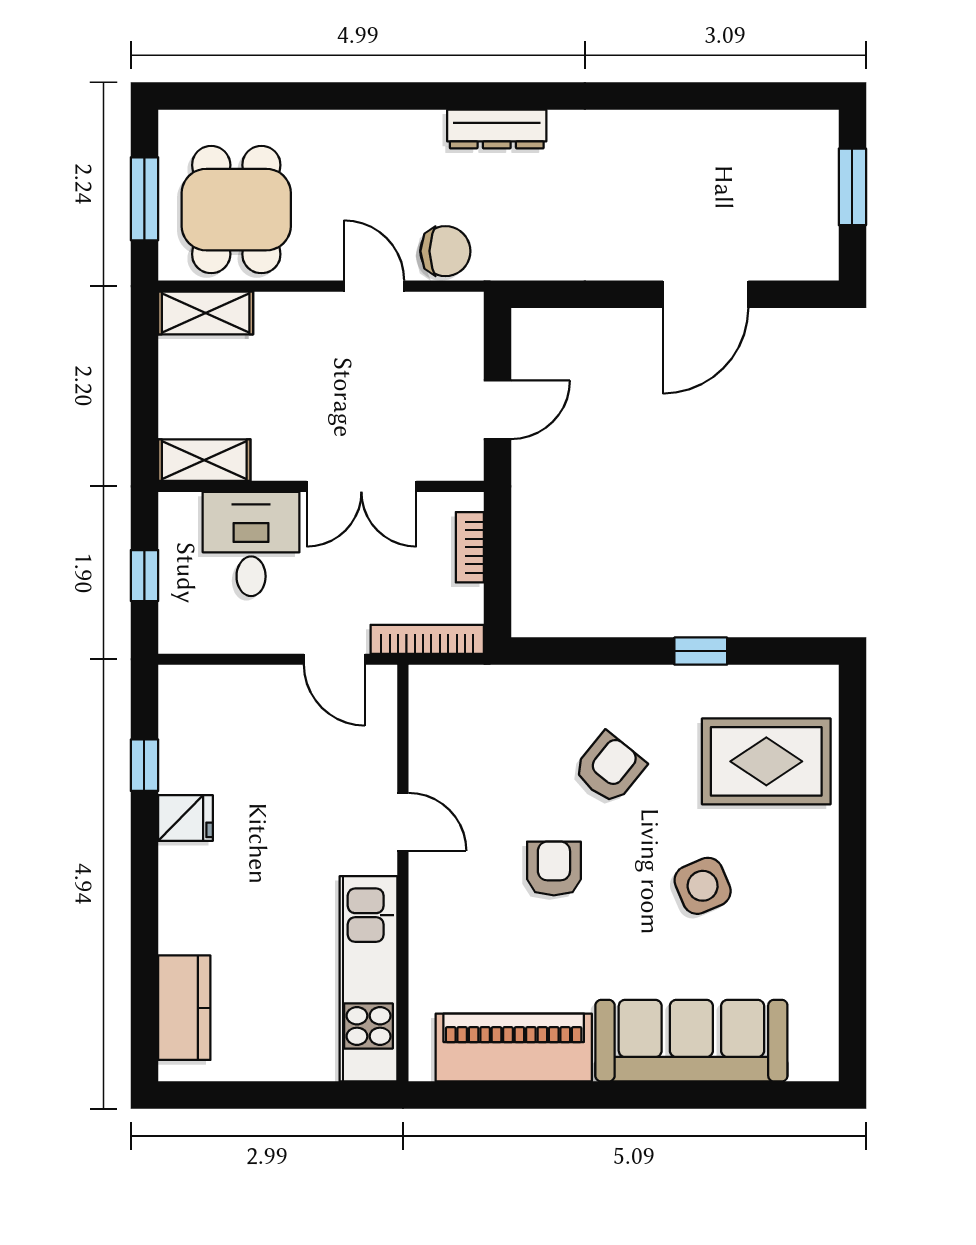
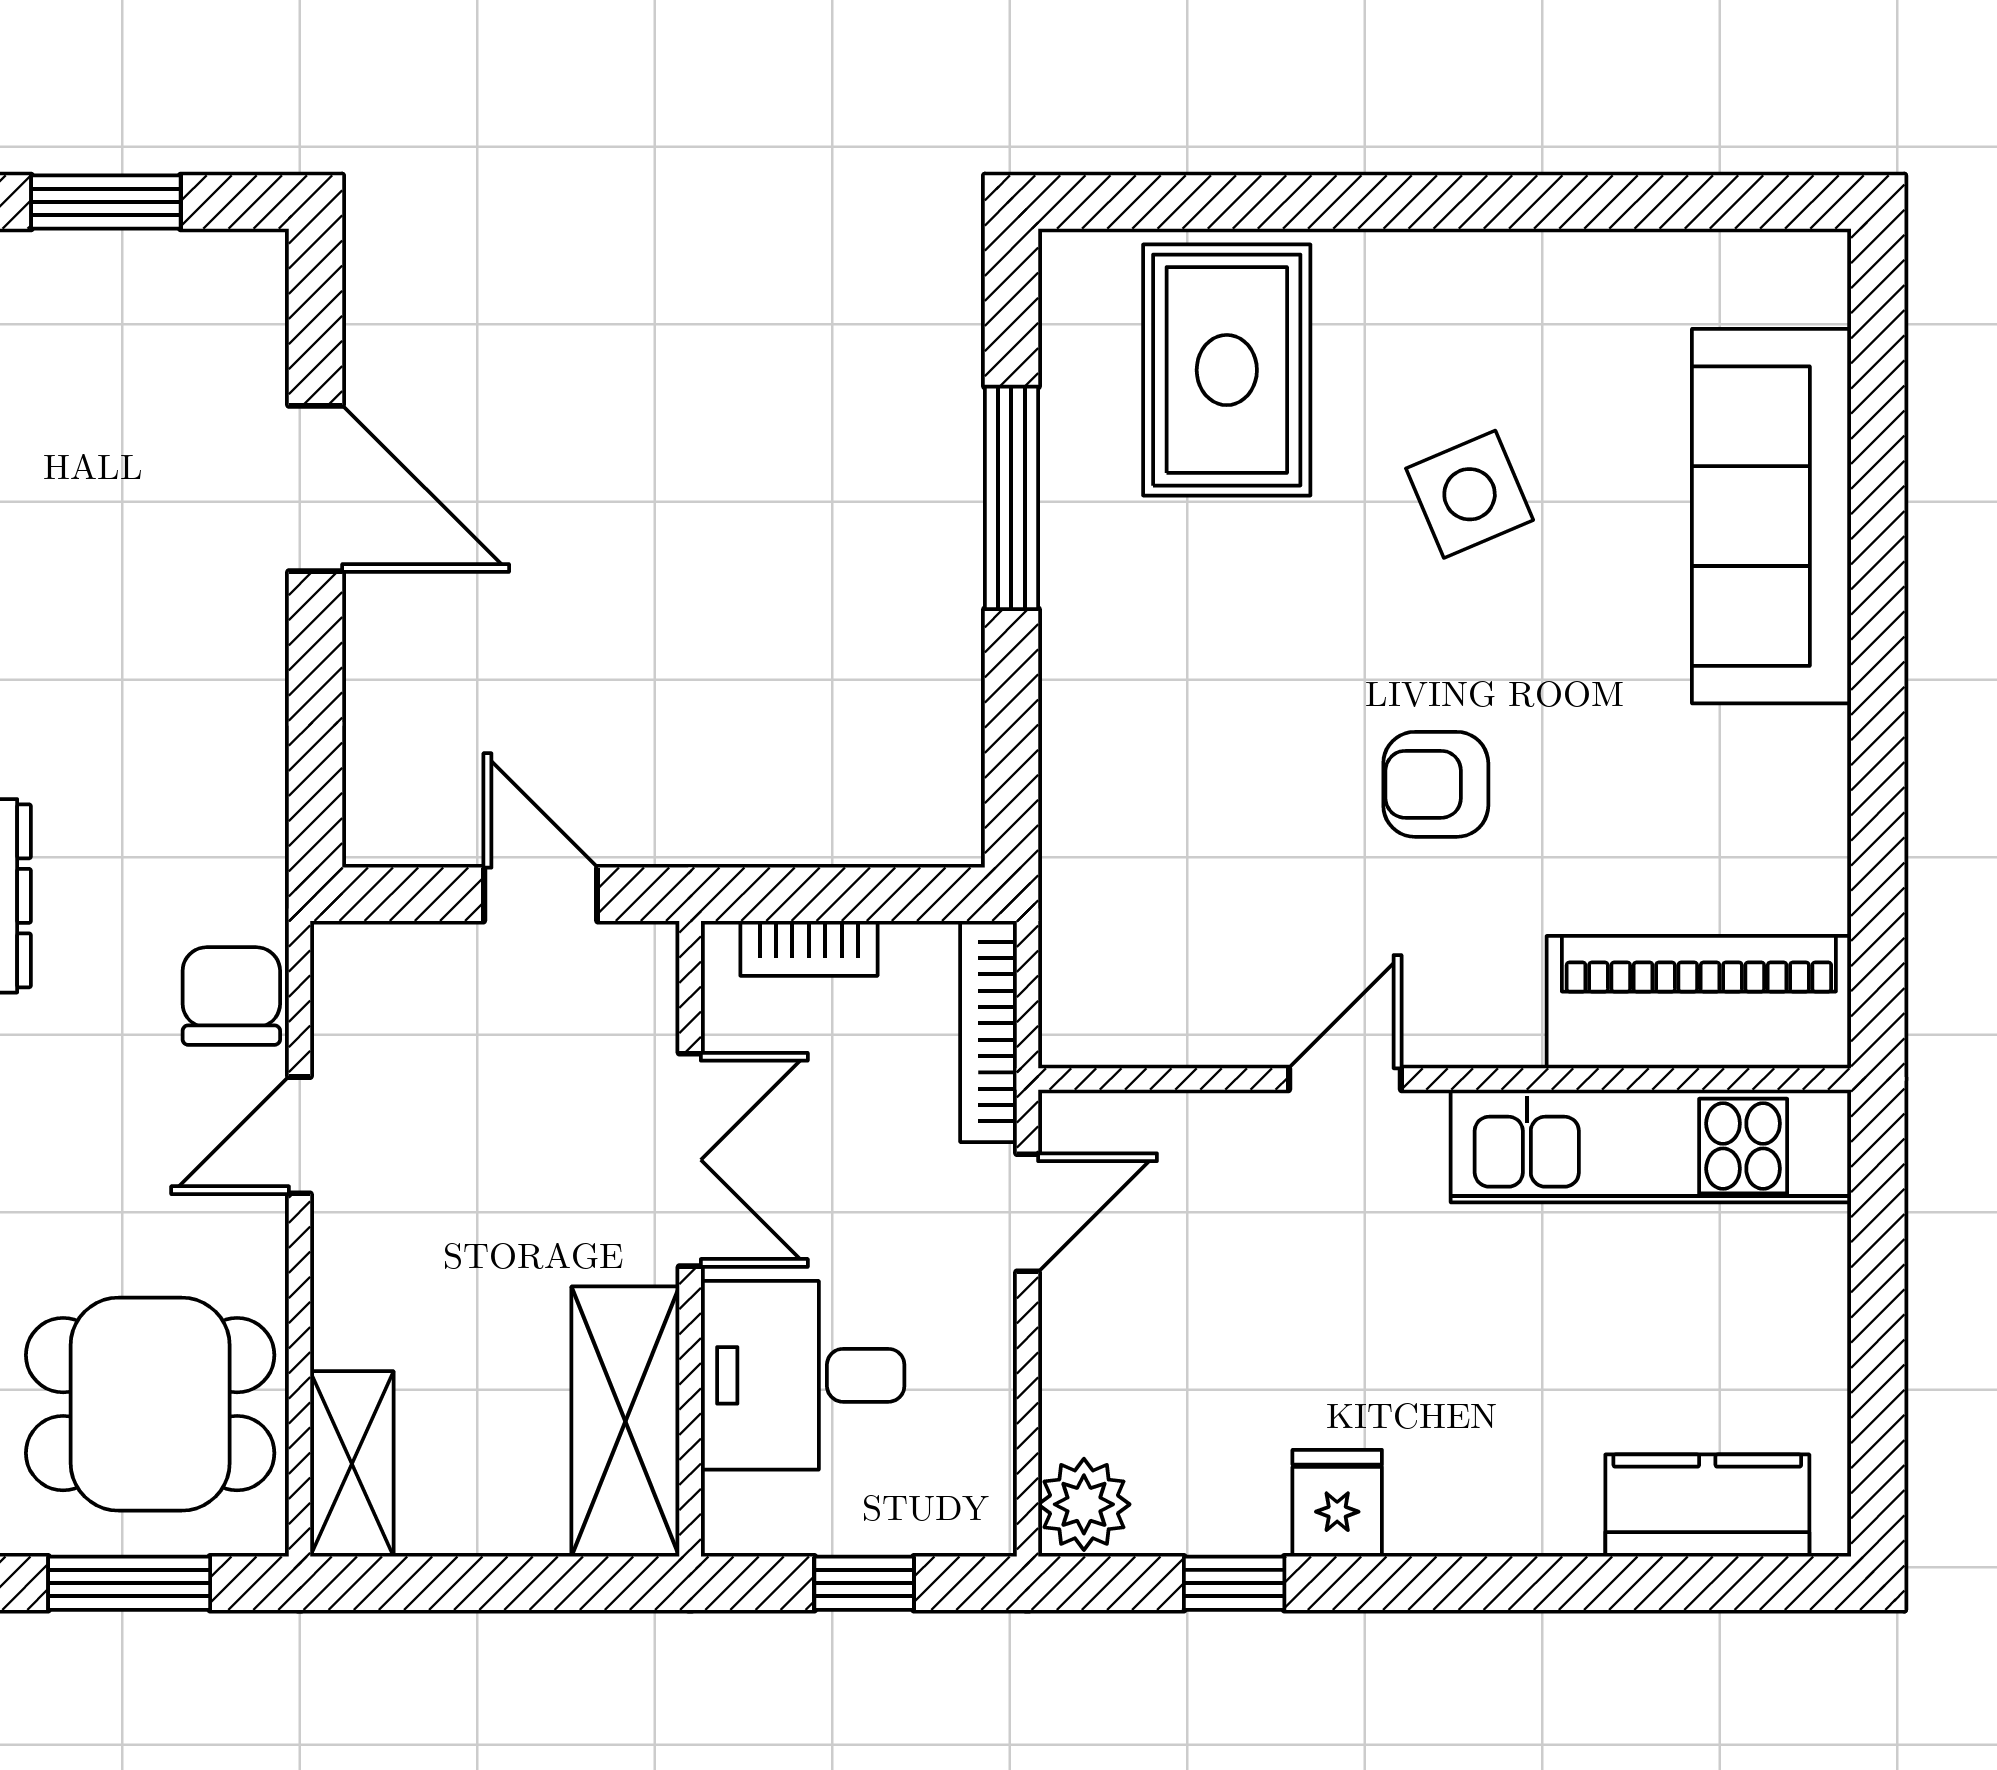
shelving: (204, 460) -> (625, 1422), width x1.50, depth x1.33
window: (701, 651) -> (1011, 498), width x2.17
plant: (185, 688) -> (1084, 1504), added
armchair: (609, 768) -> (1240, 676), removed
piano: (514, 1048) -> (1699, 1002), moved, turned 90

